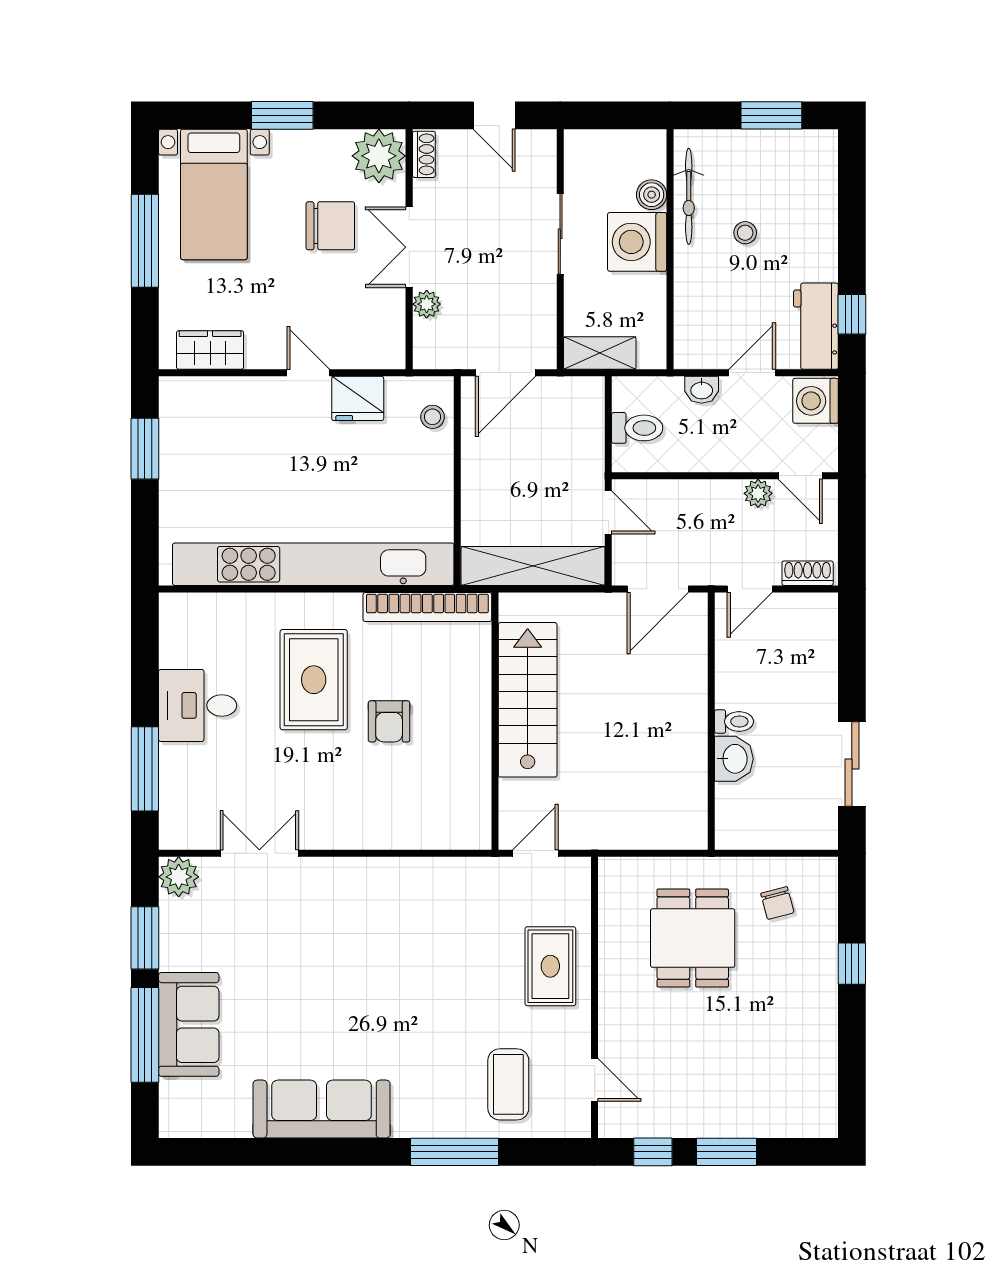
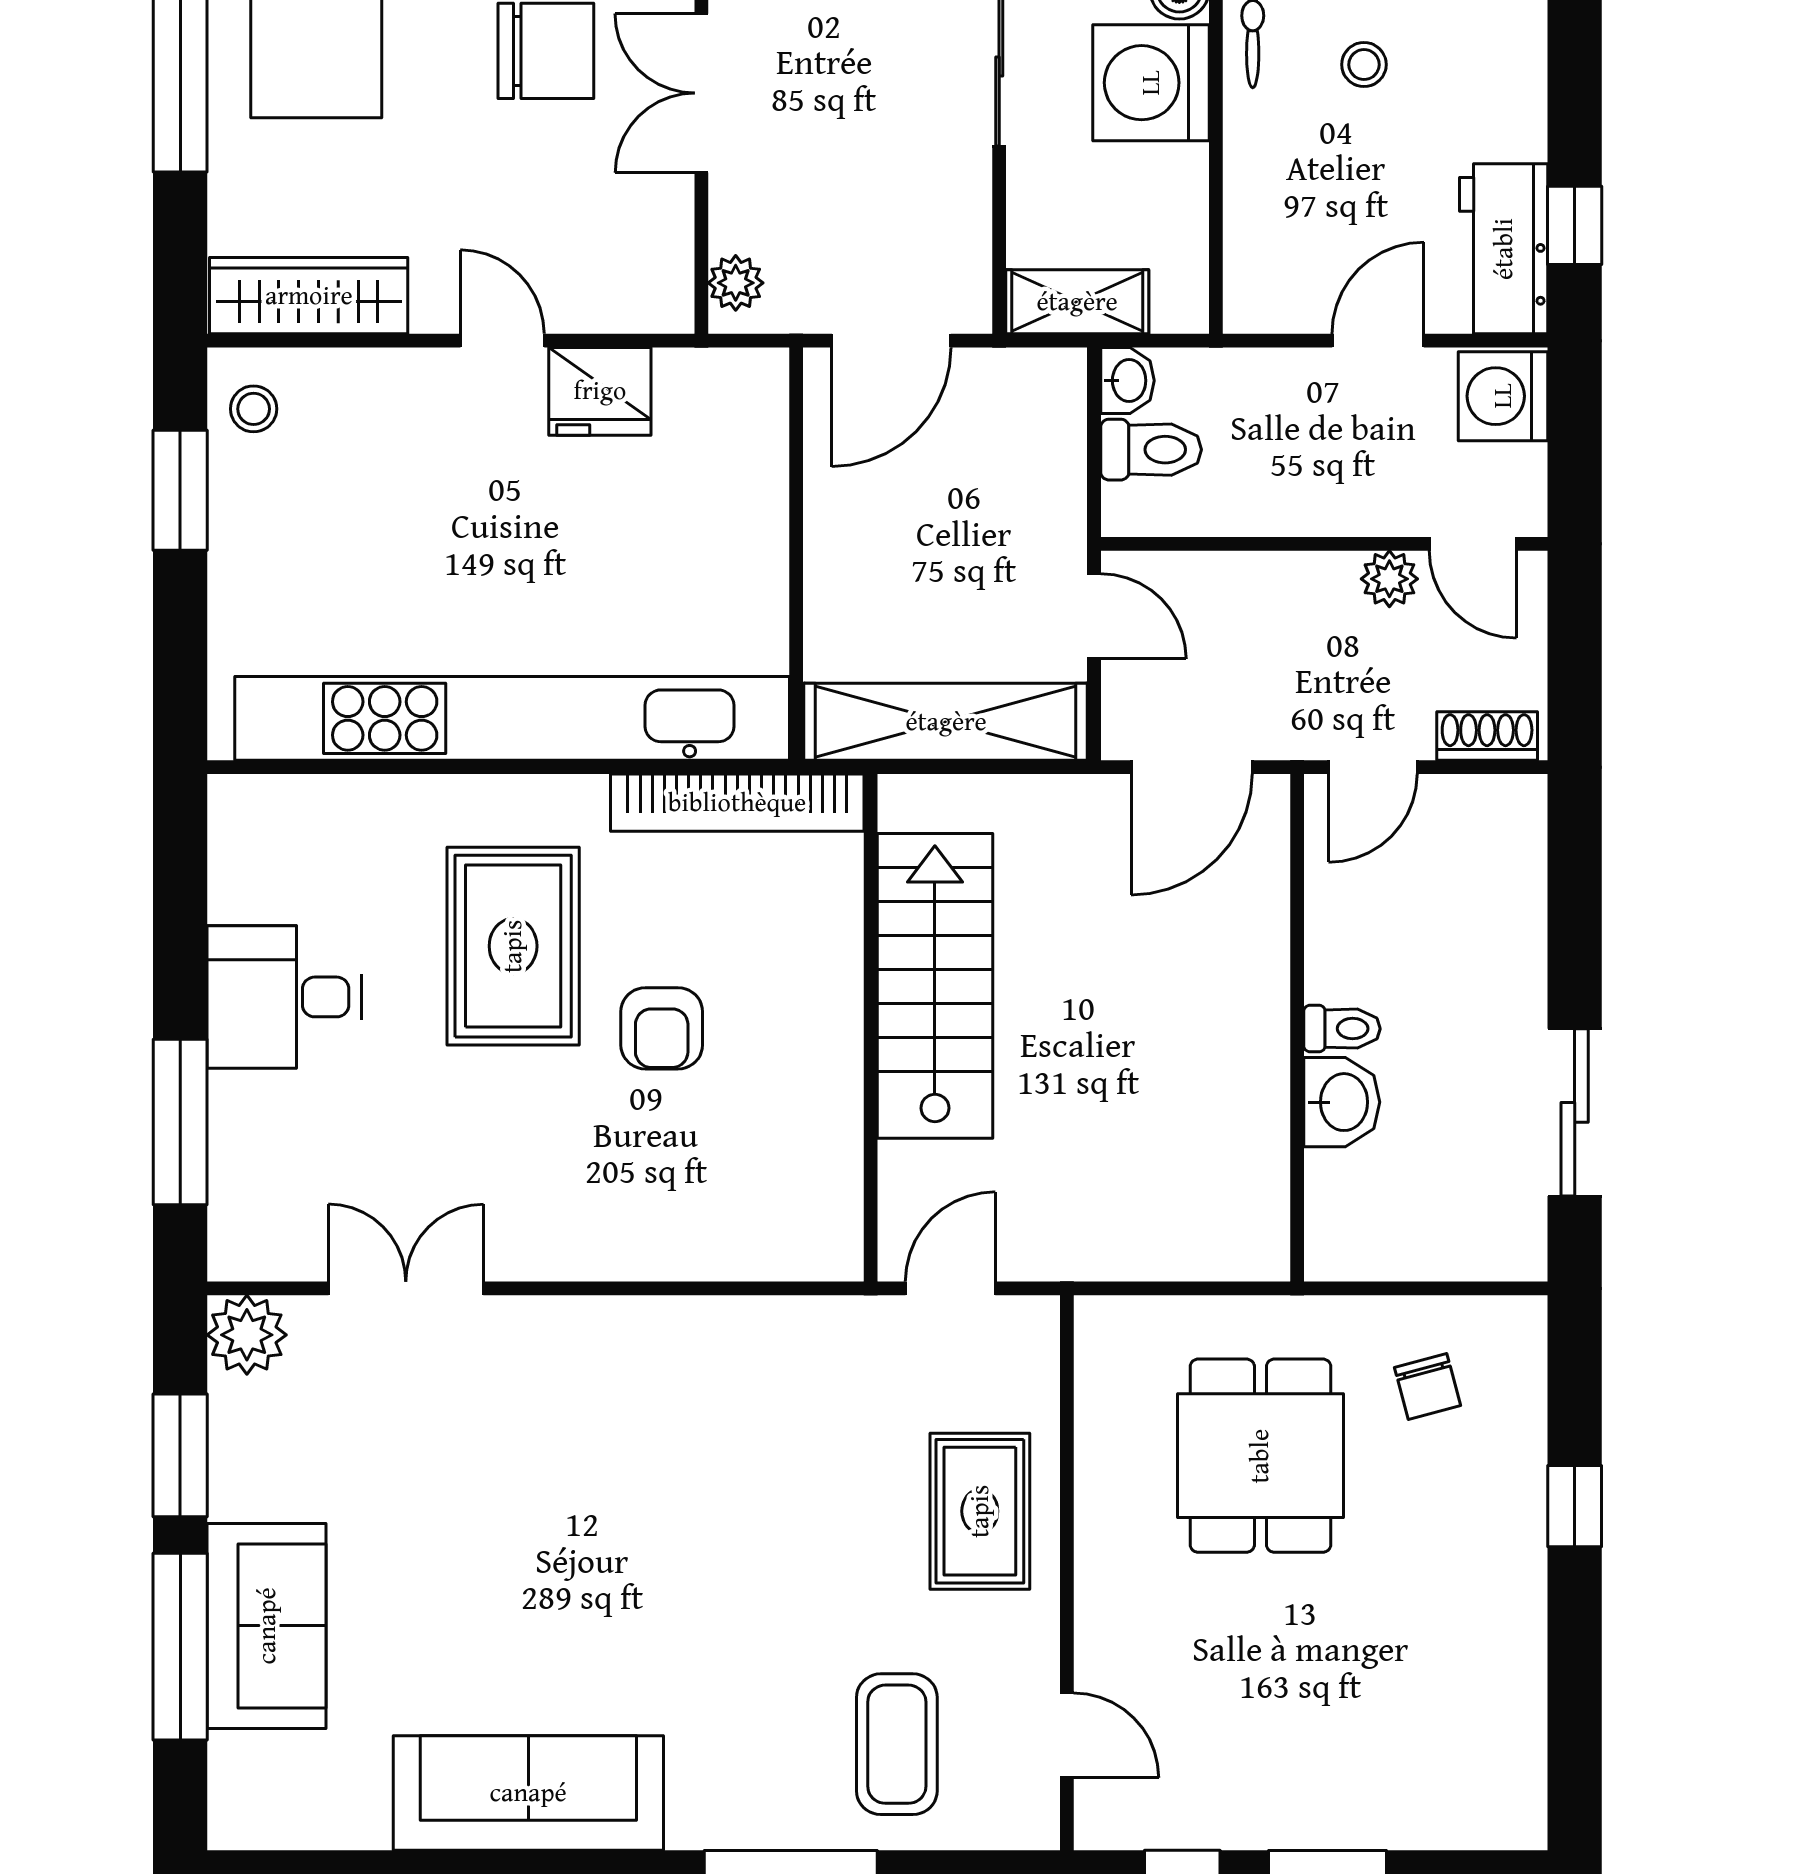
plant: (427, 304) -> (736, 283), moved
wardrobe: (210, 350) -> (309, 296), width x1.50
washbasin: (702, 390) -> (1128, 381), moved, turned -90
stool: (433, 417) -> (254, 409), moved

